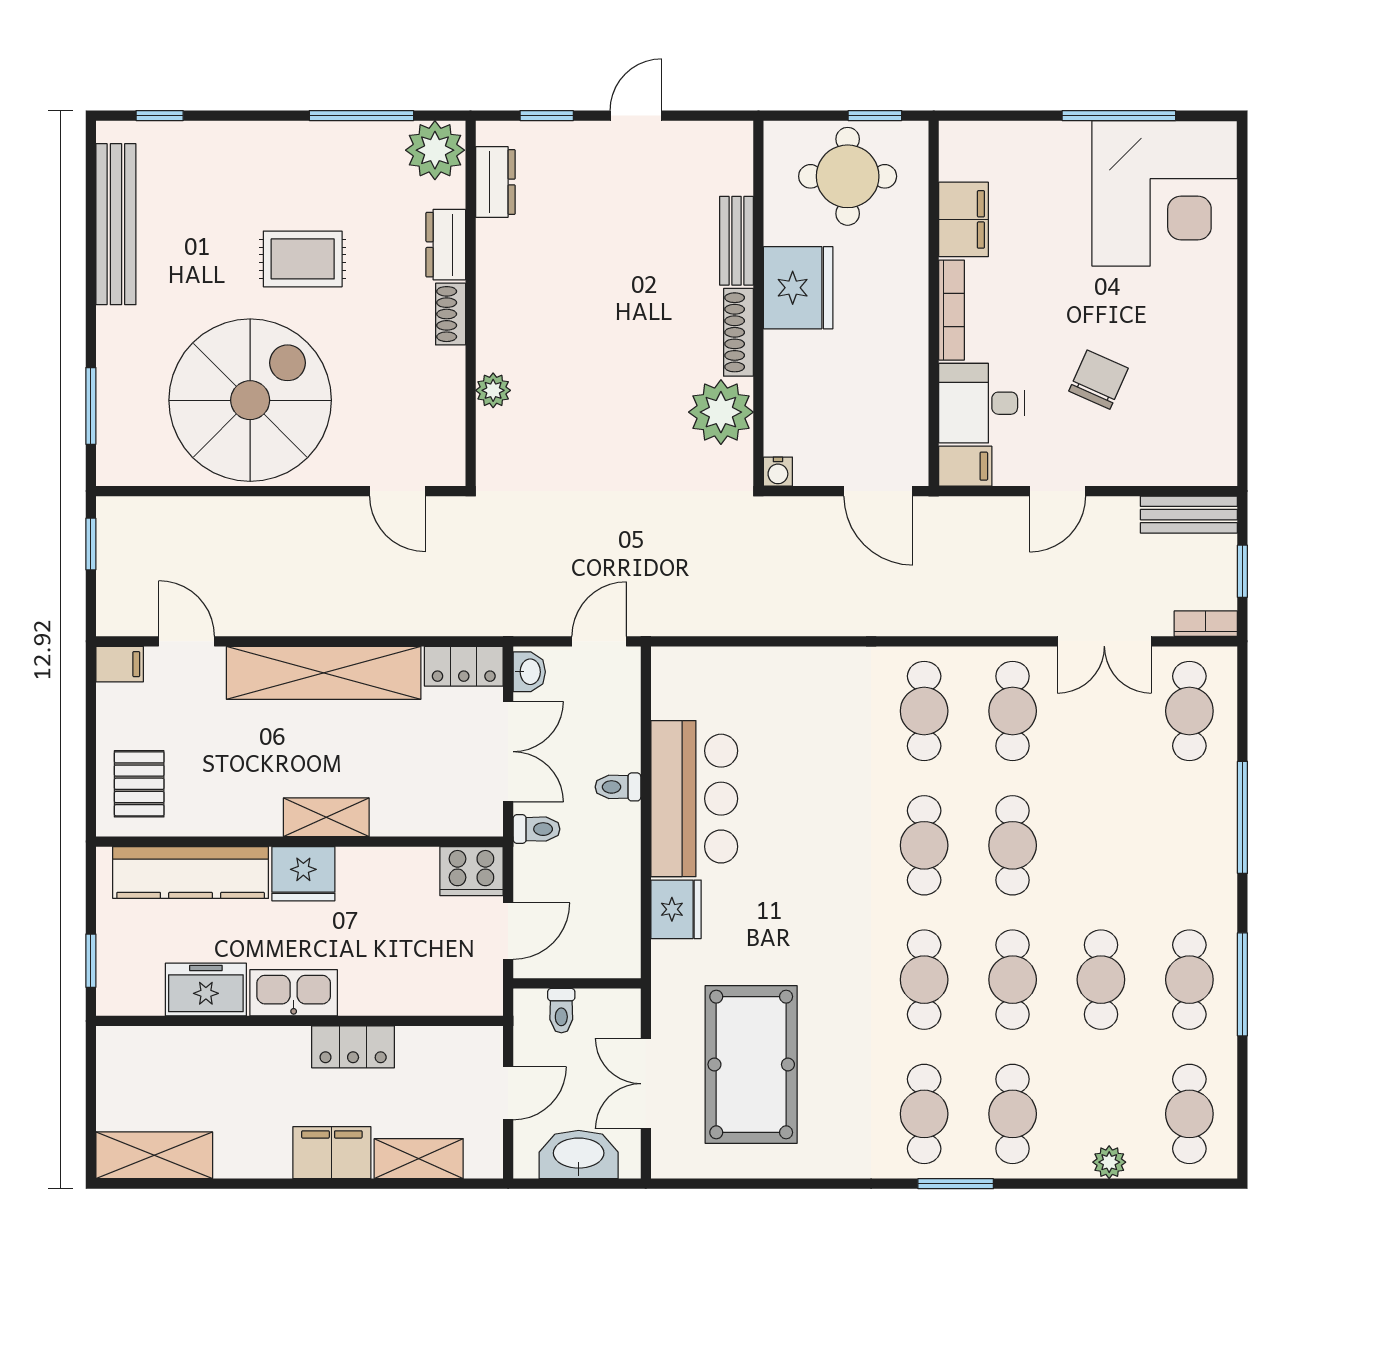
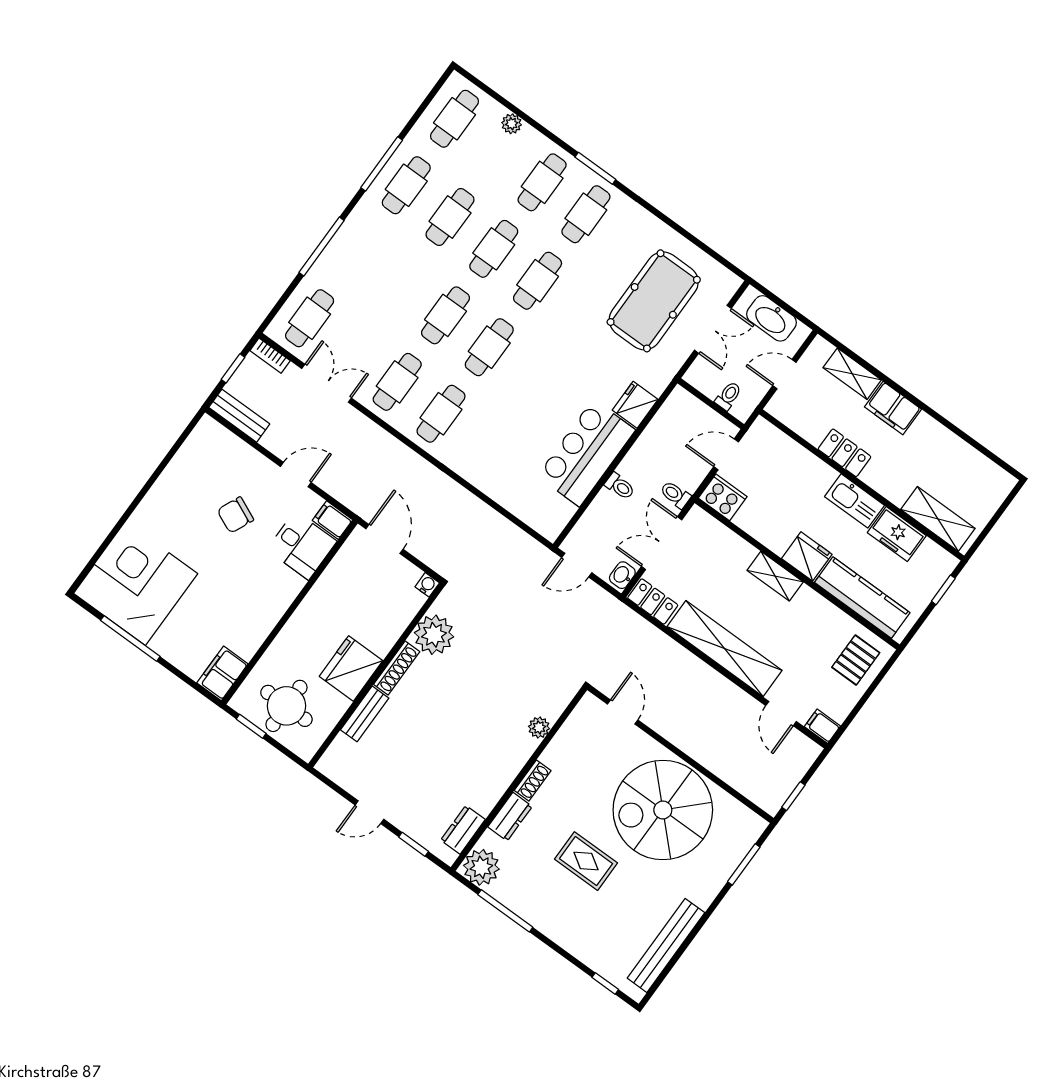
filing cabinet: (964, 219) -> (222, 673), moved
bookcase: (951, 310) -> (283, 602), removed
shelving: (154, 1155) -> (938, 519), moved

